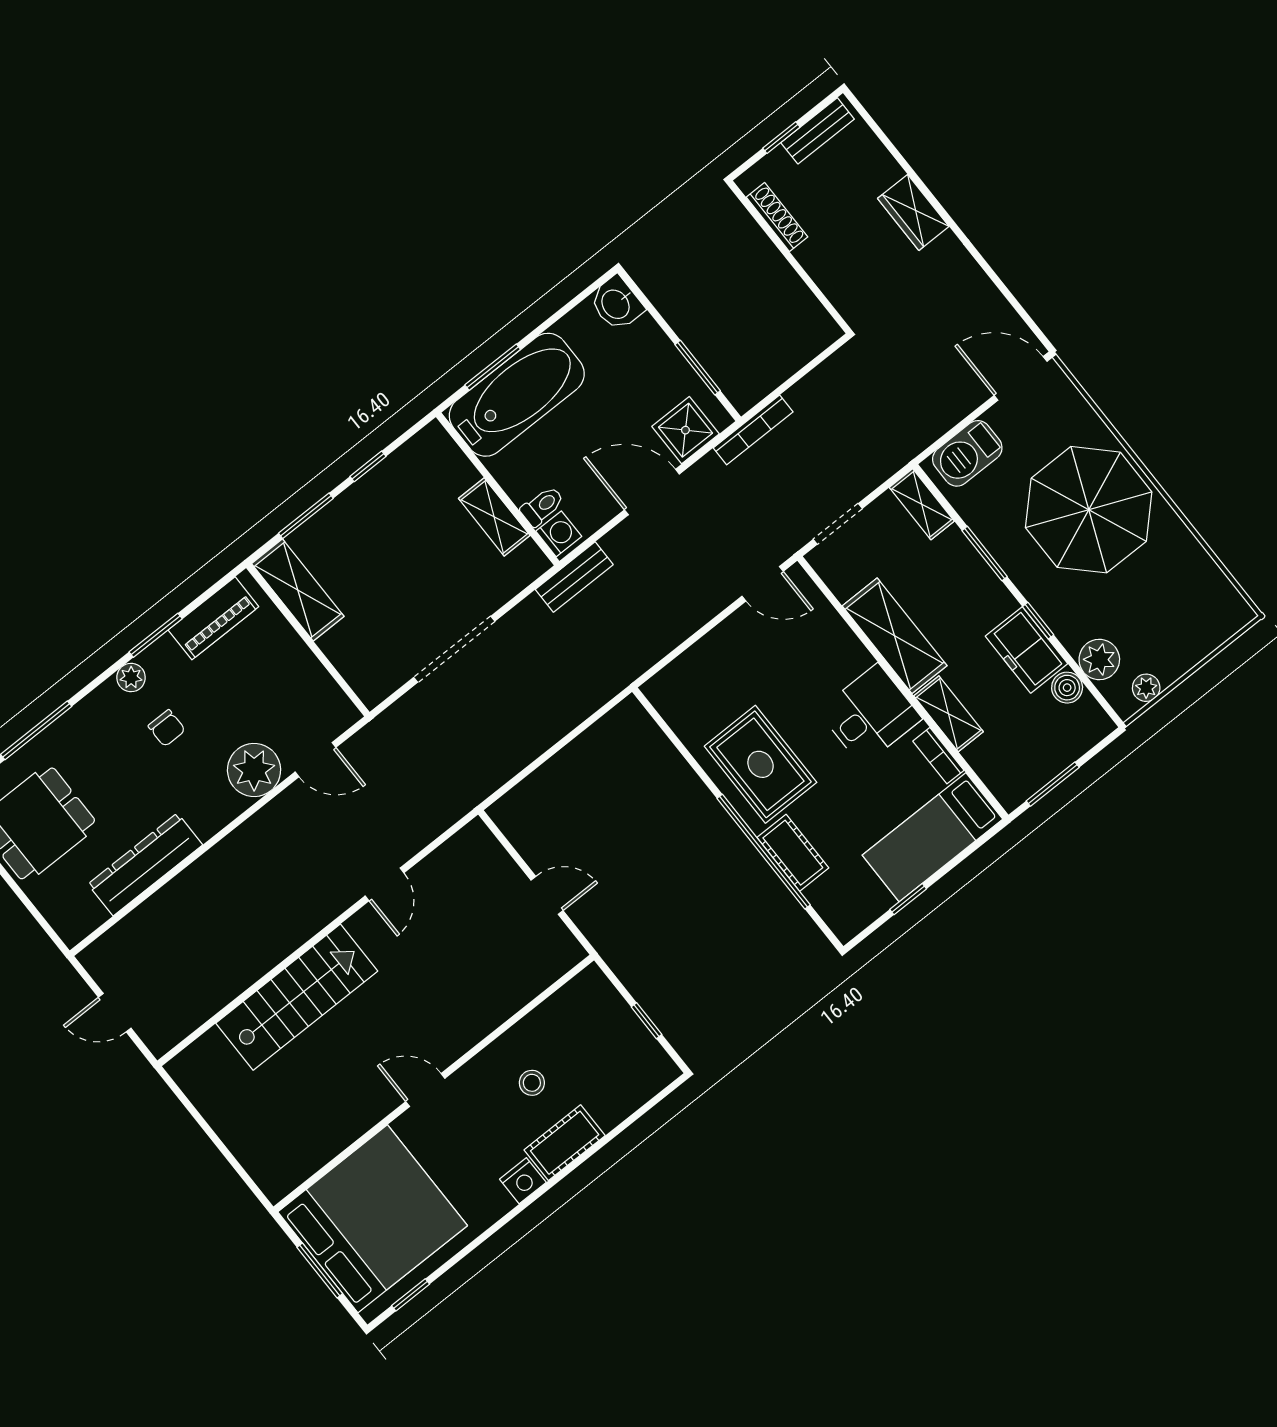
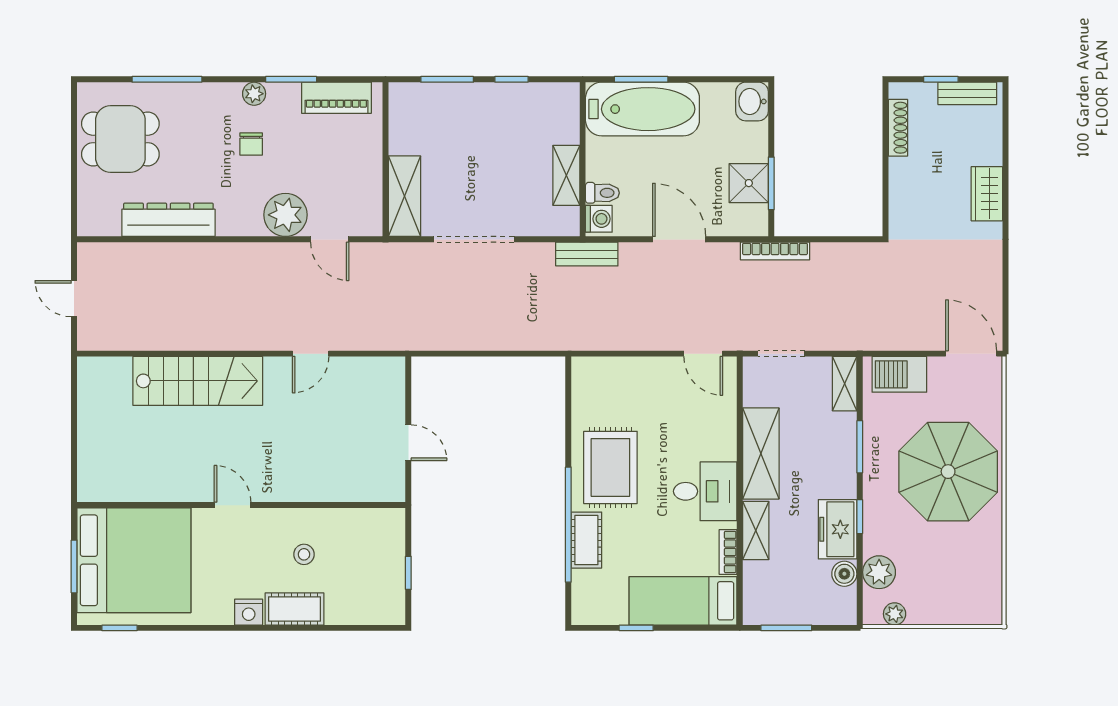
shower: (685, 430) -> (749, 183), moved
shelving: (298, 590) -> (404, 196), moved

